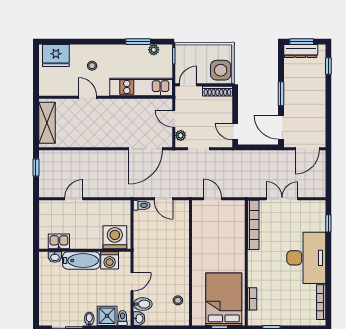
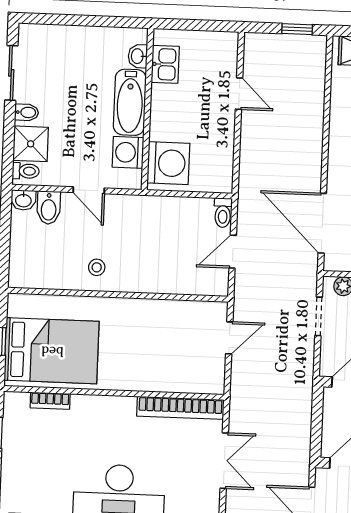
stool: (178, 300) -> (97, 267), moved

